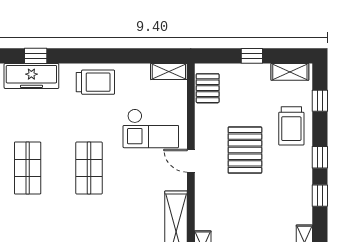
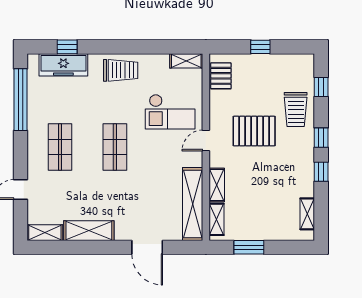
shelving: (290, 72) -> (217, 185), moved, turned 90
pallet: (245, 150) -> (254, 131), turned 90
door: (191, 161) -> (206, 141), hinge flipped

